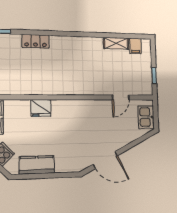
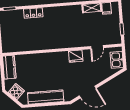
fridge: (41, 108) -> (76, 56), moved
kitchen counter: (37, 165) -> (46, 97), width x1.50

